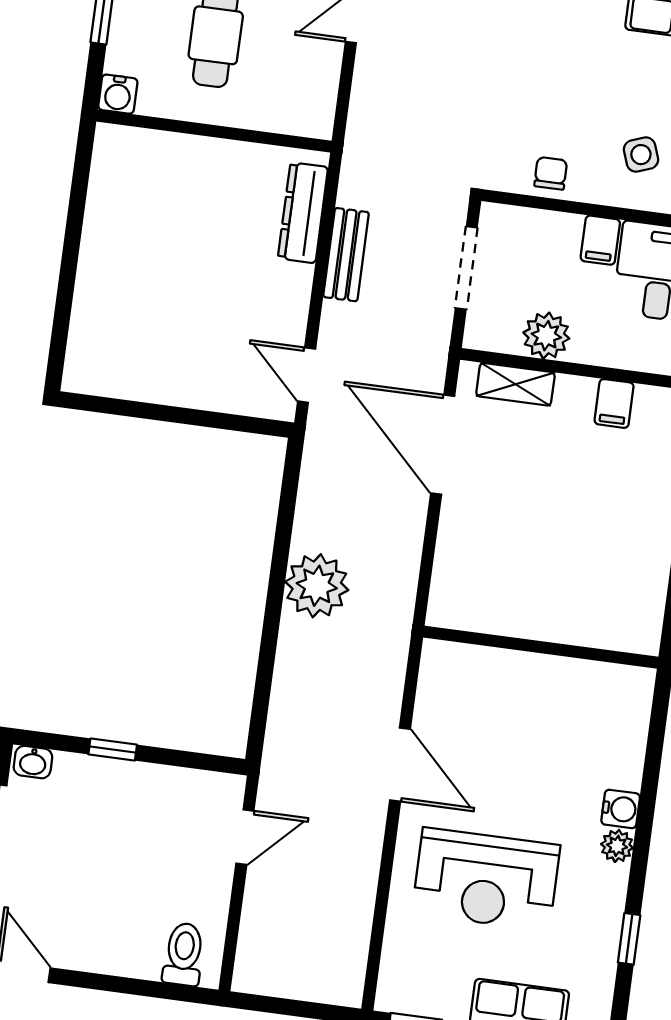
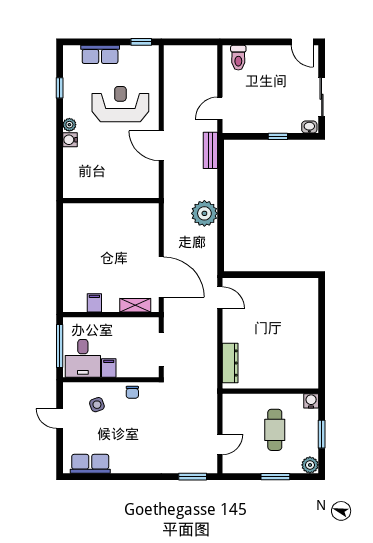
bench: (346, 255) -> (210, 150), moved
plant: (546, 336) -> (125, 327), removed

